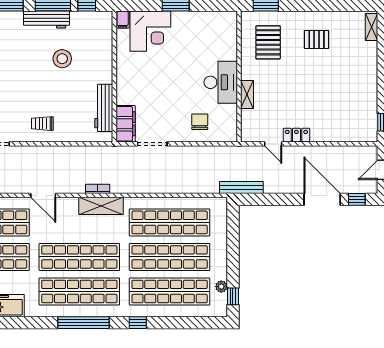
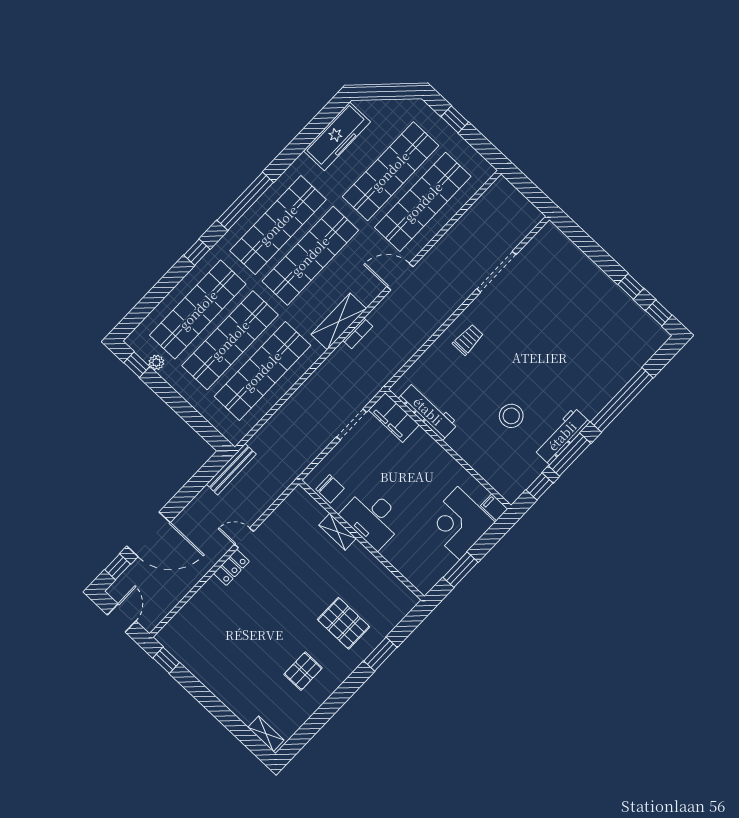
wall: (239, 76) -> (362, 540), moved
desk: (221, 82) -> (372, 518), moved
shelving: (247, 94) -> (337, 532), moved

